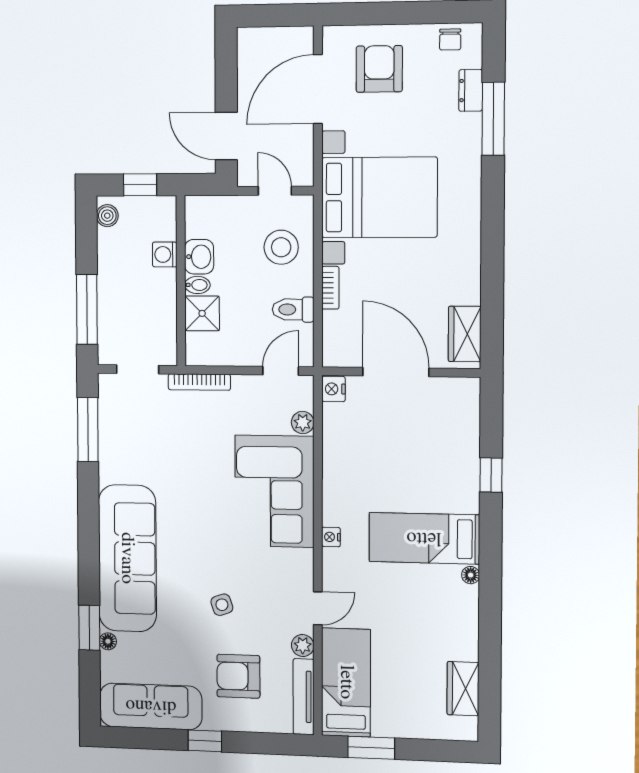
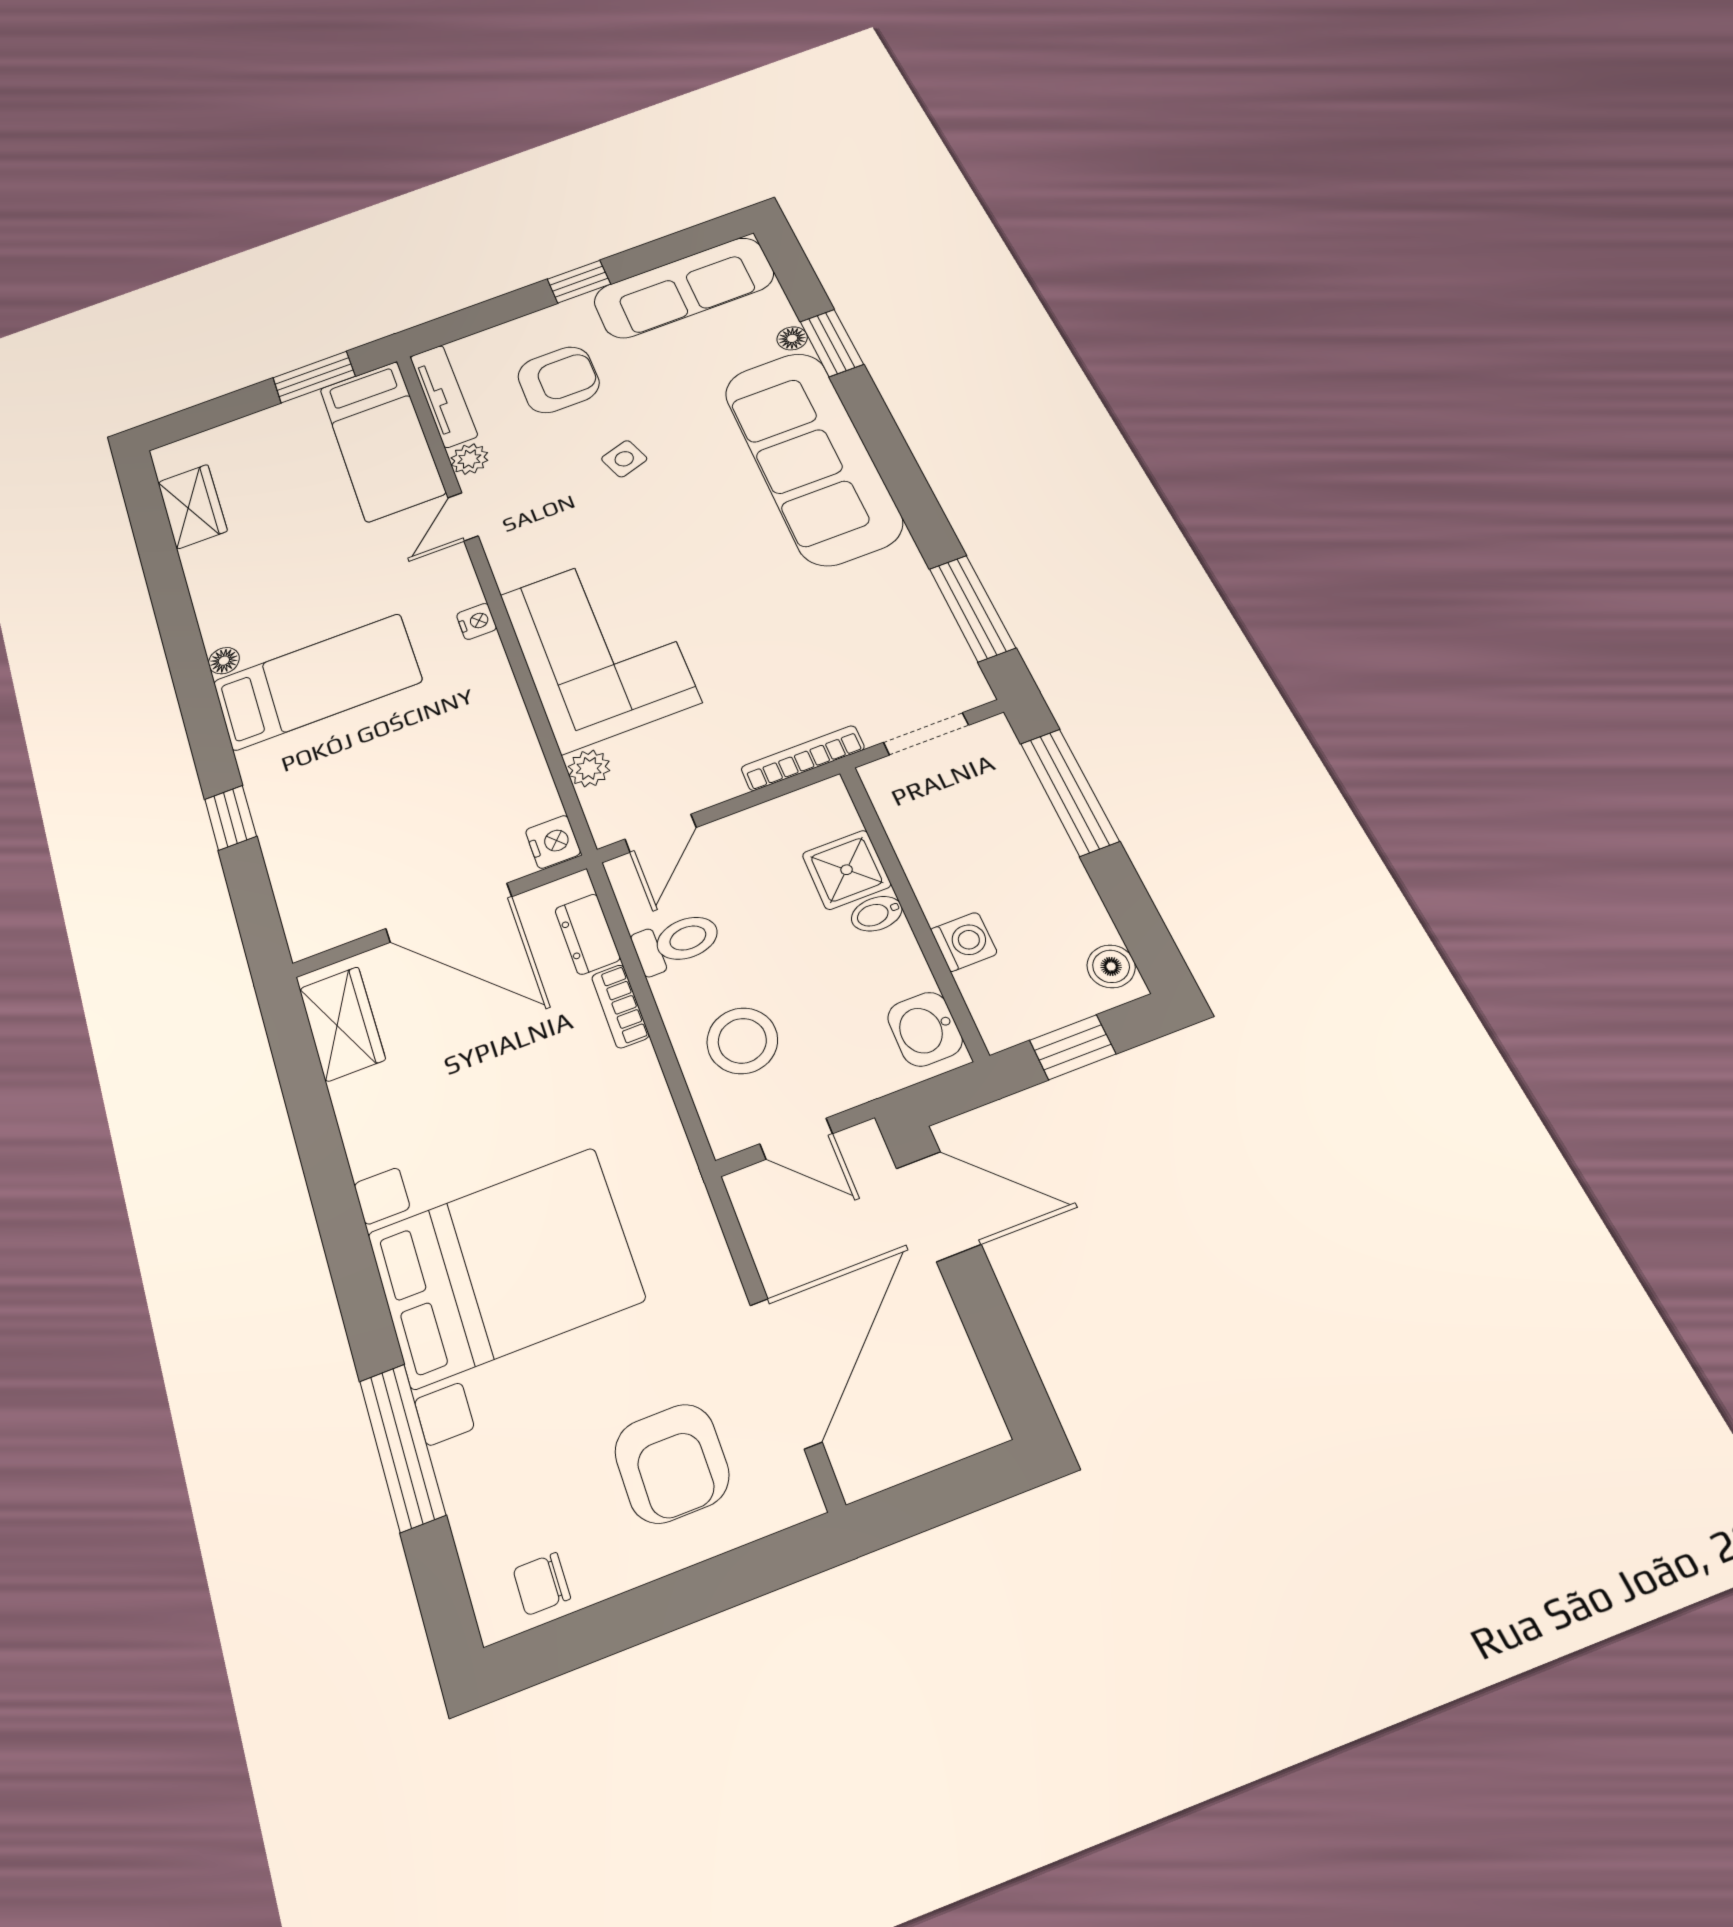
chair: (450, 39) -> (542, 1584), turned -90
dresser: (471, 90) -> (587, 934), moved, turned 180
bed with nightstands: (379, 197) -> (505, 1266), moved, turned 180
washbasin: (199, 257) -> (925, 1029), moved

